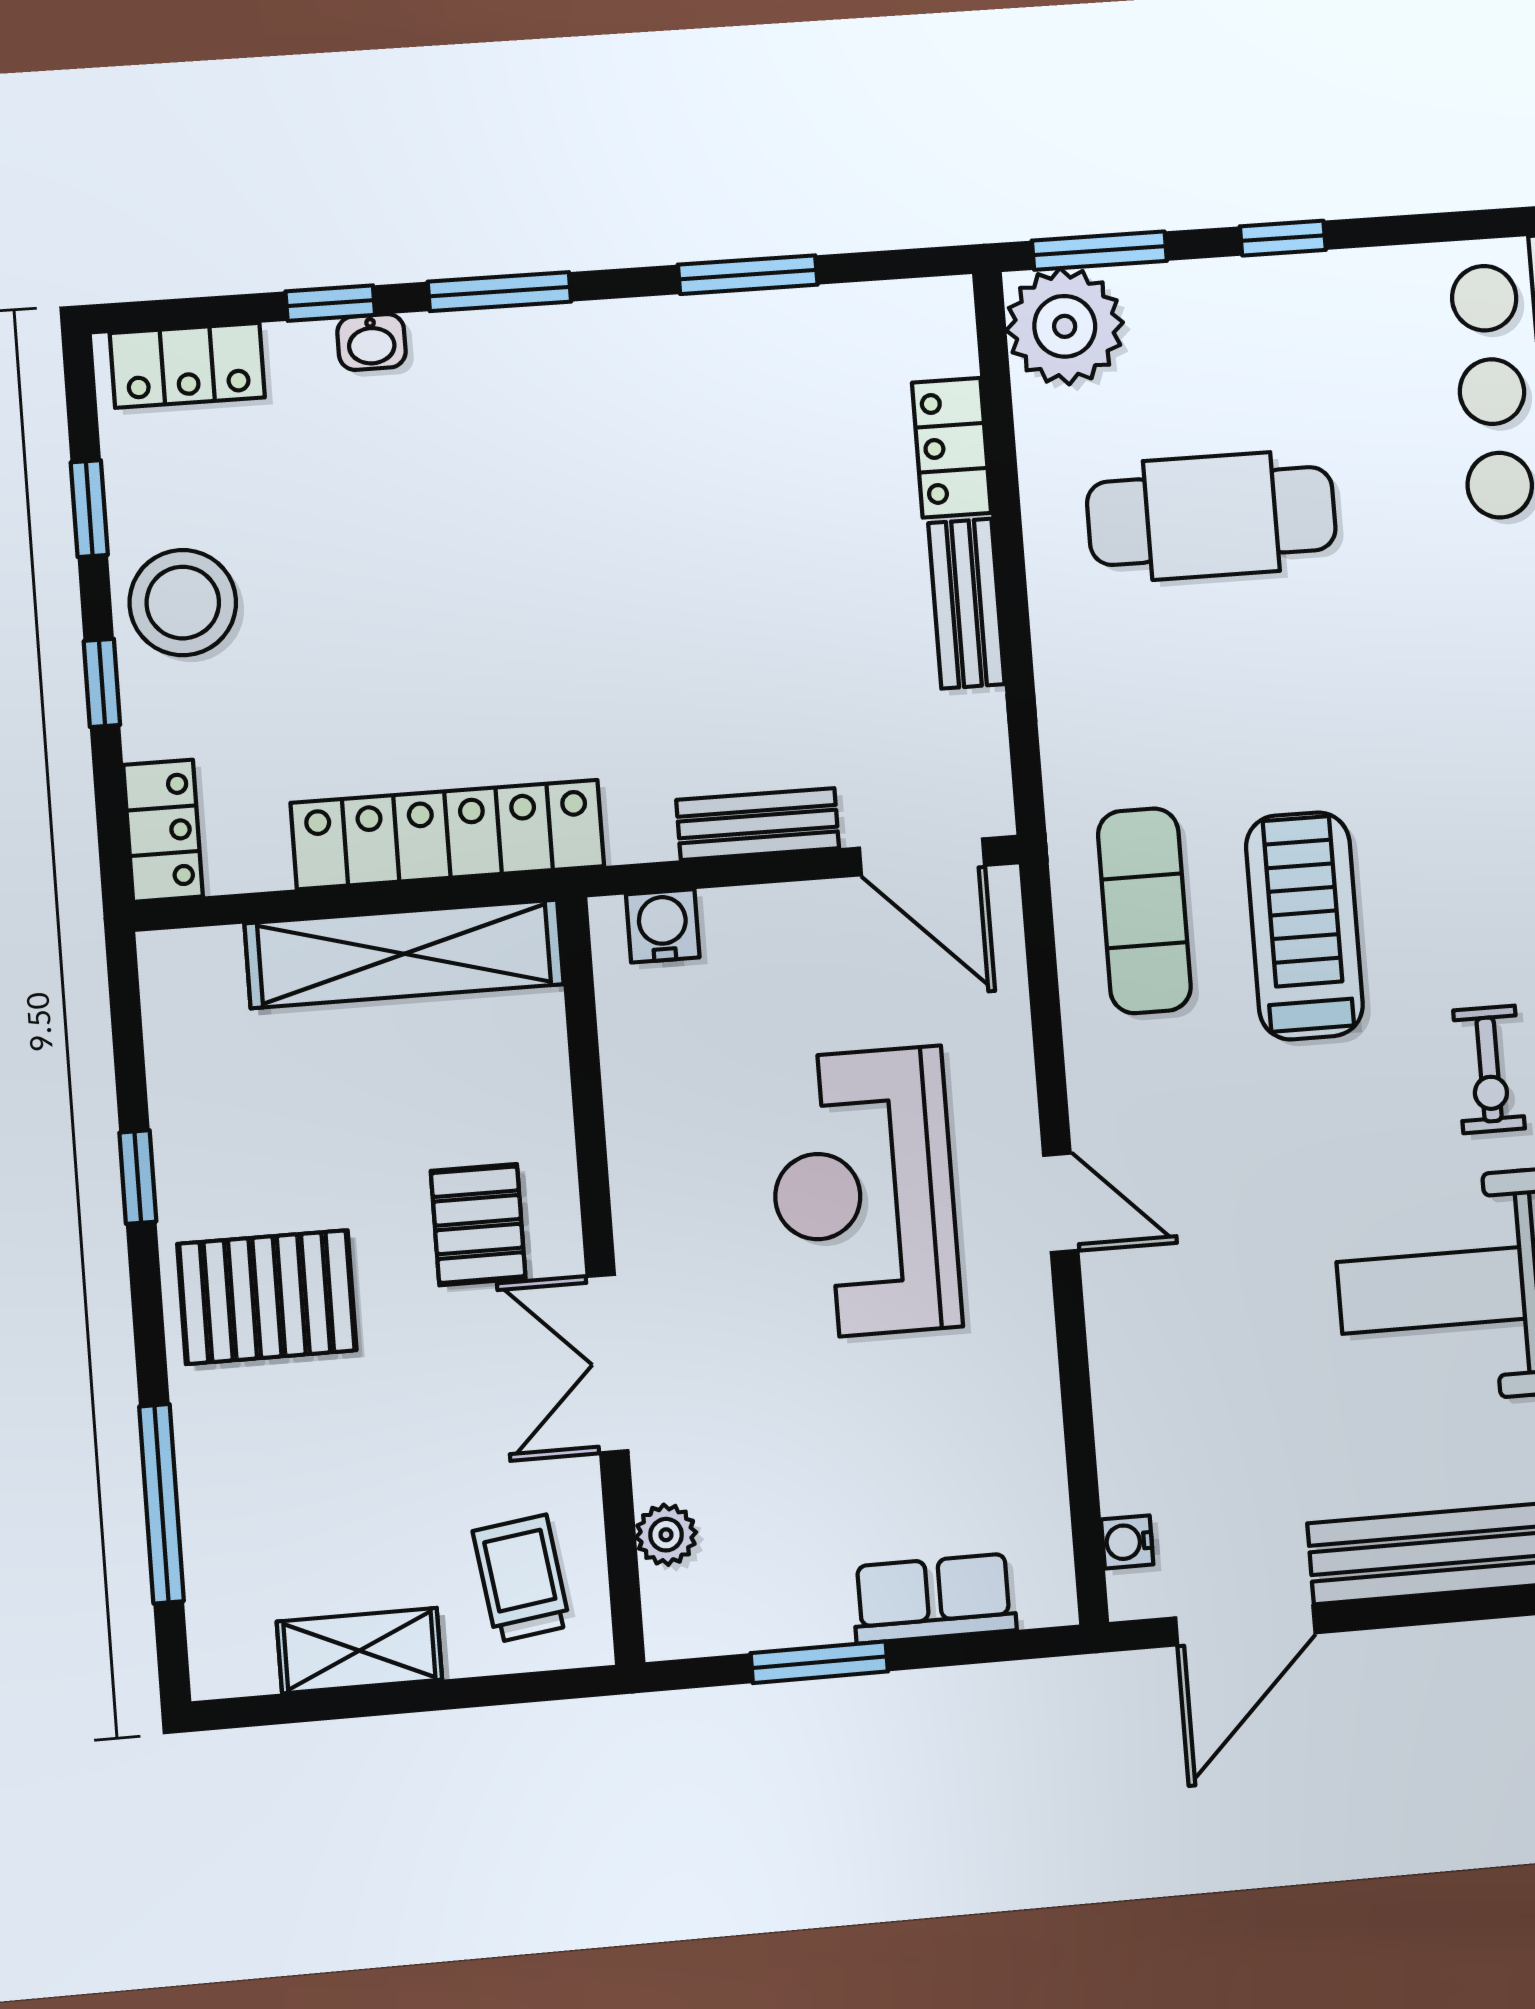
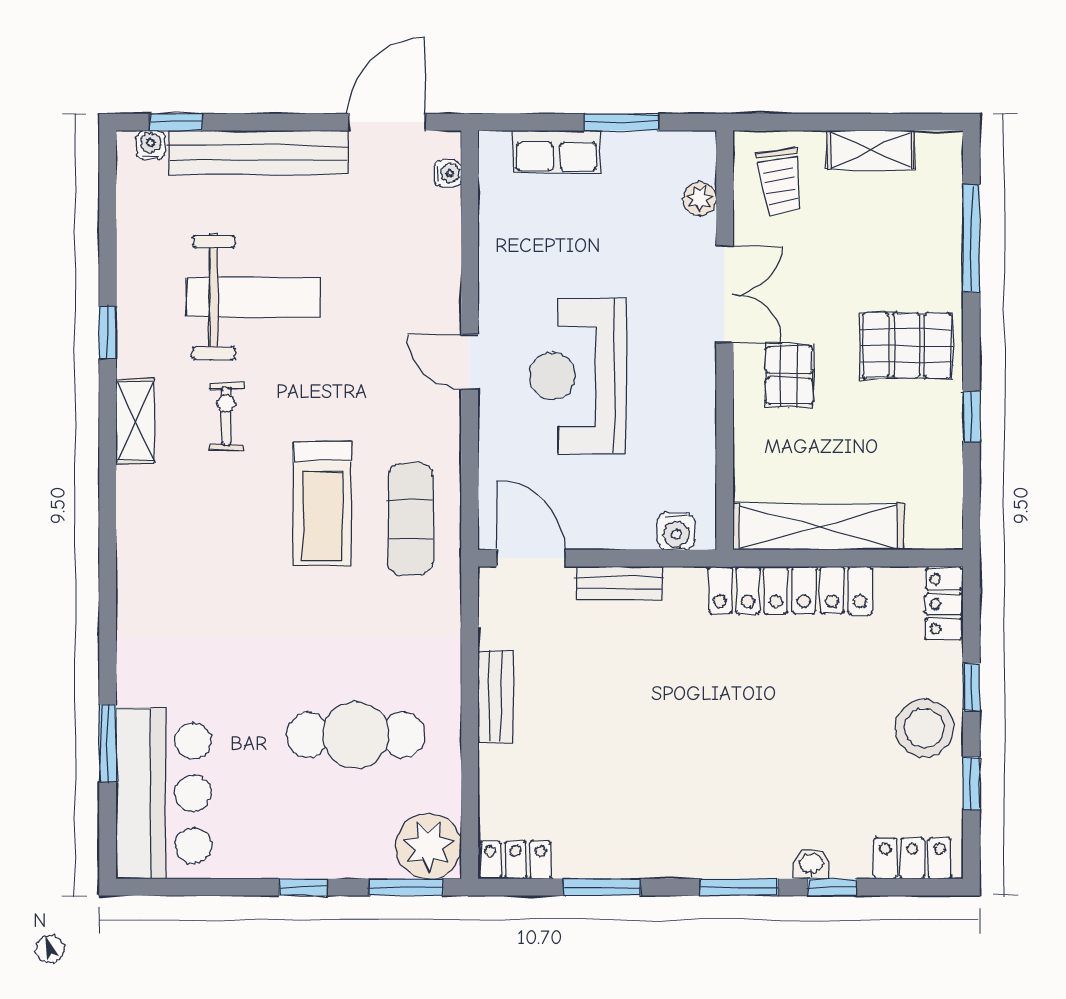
locker: (952, 448) -> (515, 860), moved, turned -90
reception desk: (864, 1193) -> (577, 376), turned 180

